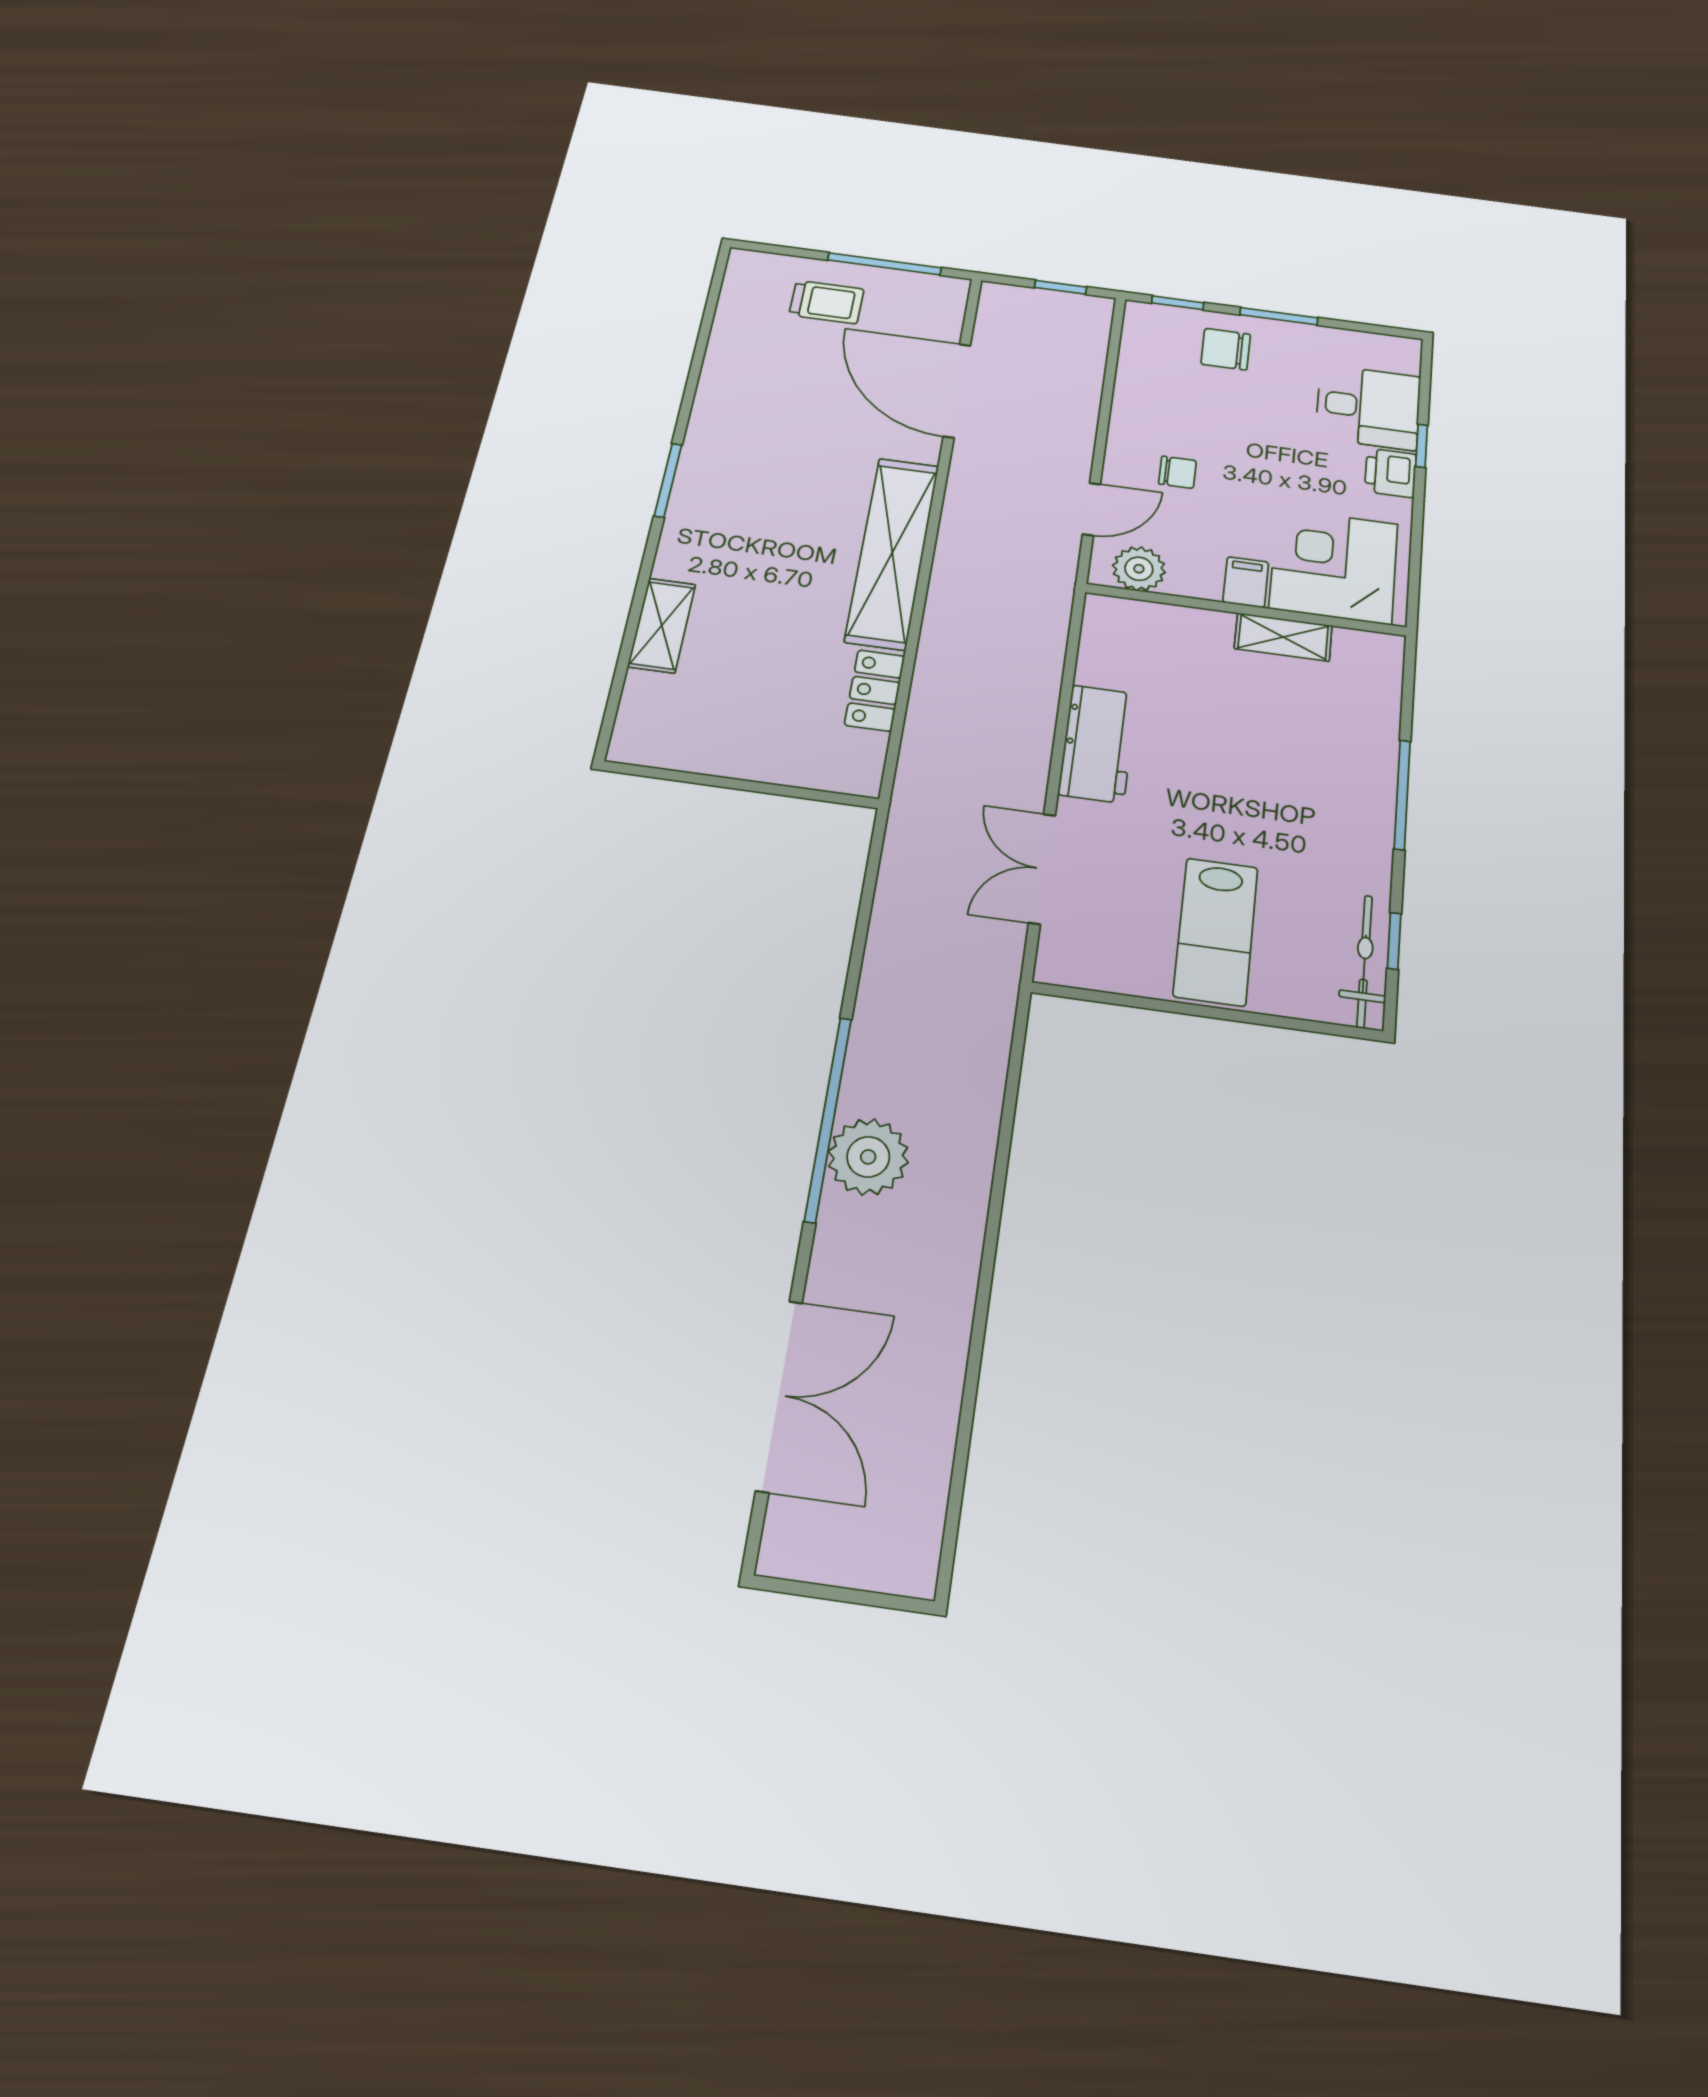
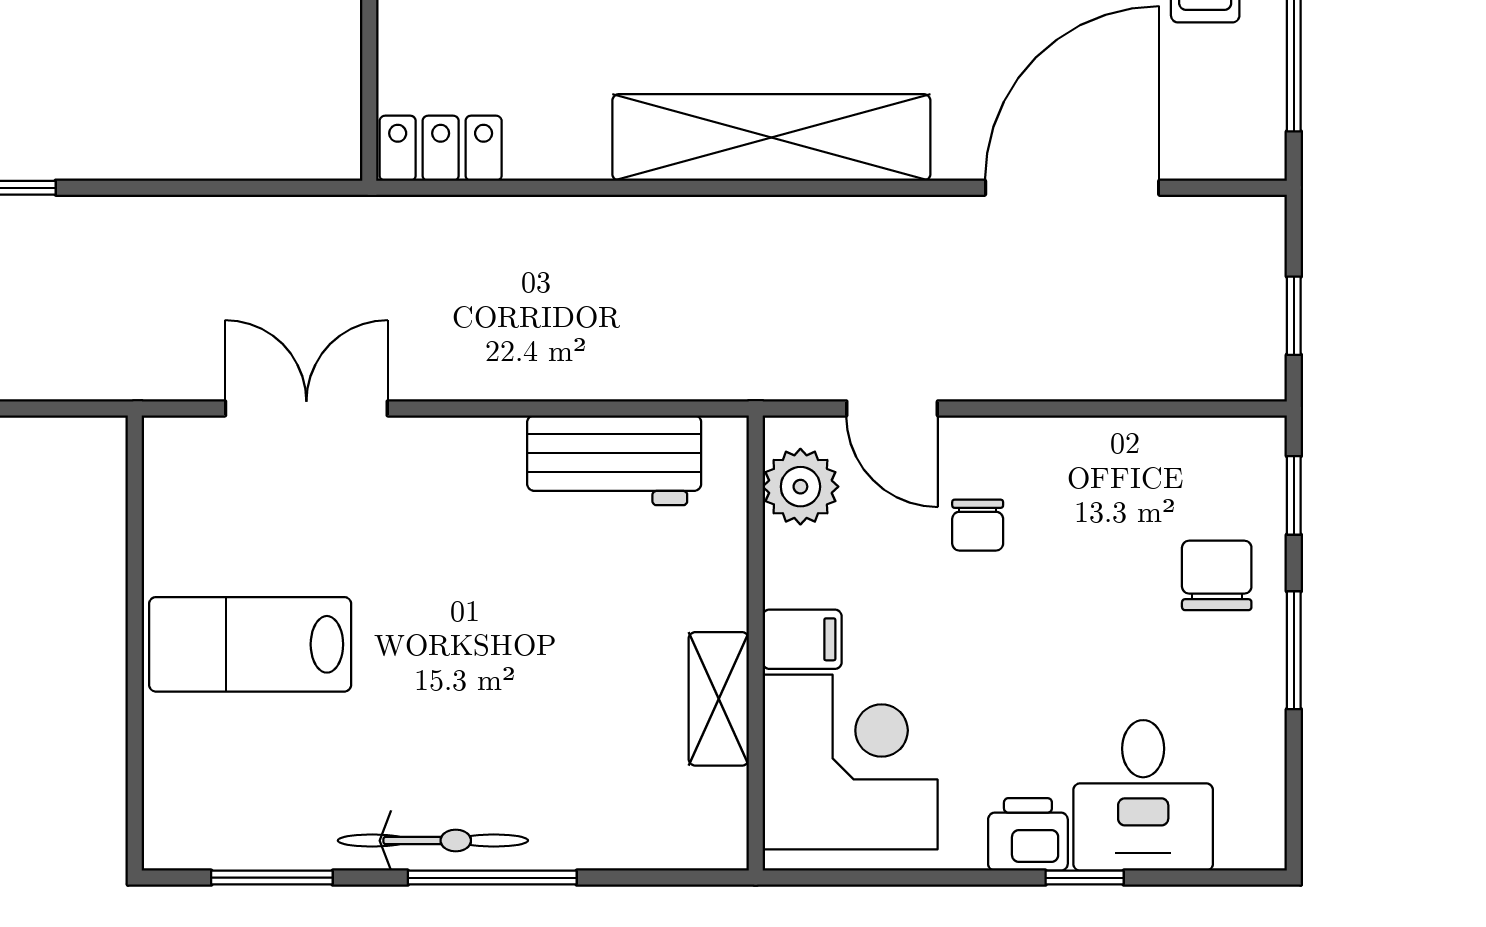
locker: (875, 690) -> (441, 148), moved
workbench: (1098, 744) -> (614, 460), moved
window: (1394, 941) -> (272, 878), width x1.50
bicycle: (1365, 961) -> (433, 841), moved

